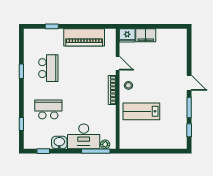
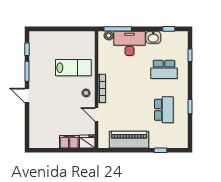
school desk: (48, 68) -> (164, 110), turned 180

